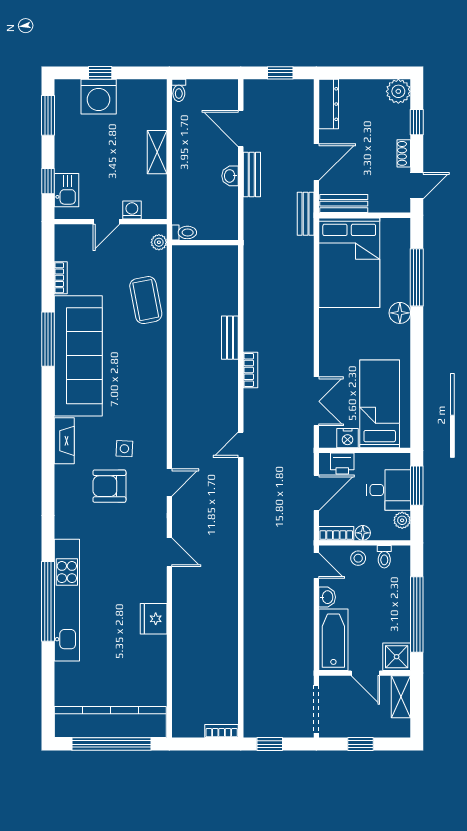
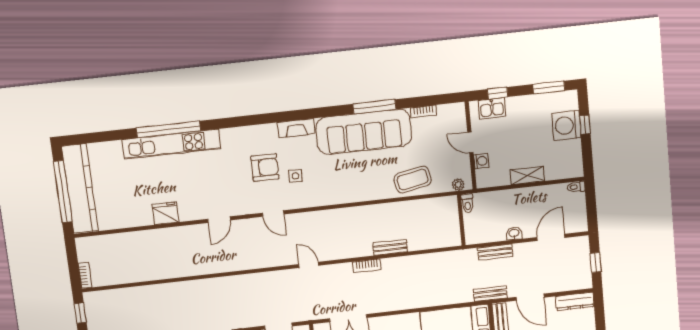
bench: (252, 174) -> (495, 252), moved
armchair: (109, 486) -> (265, 167), turned 90

